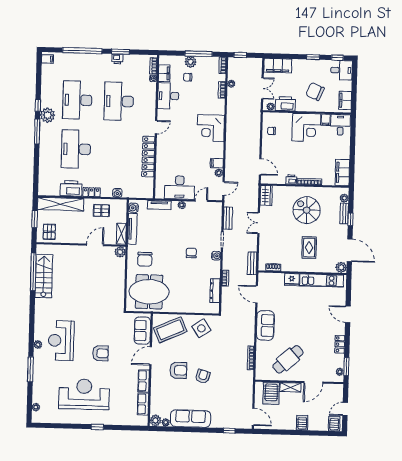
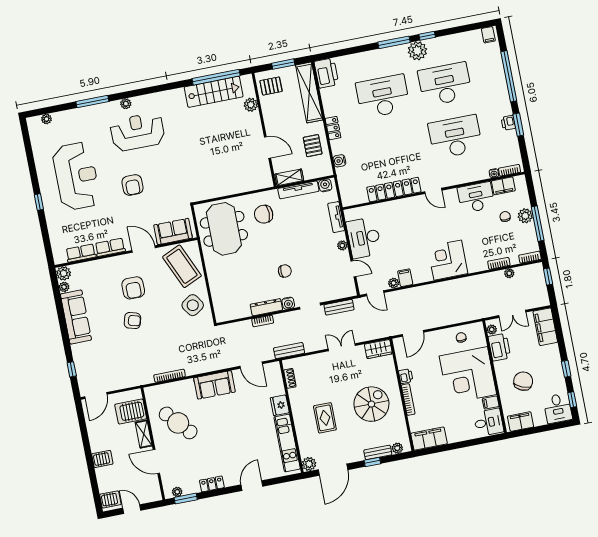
corner desk: (306, 127) -> (468, 375), width x1.36, depth x1.36
printer: (71, 188) -> (326, 73), moved
rug: (309, 248) -> (325, 418), turned 90
plant: (120, 252) -> (251, 105), moved
dresser: (215, 291) -> (266, 307), moved
door: (257, 294) -> (251, 365), swing flipped

